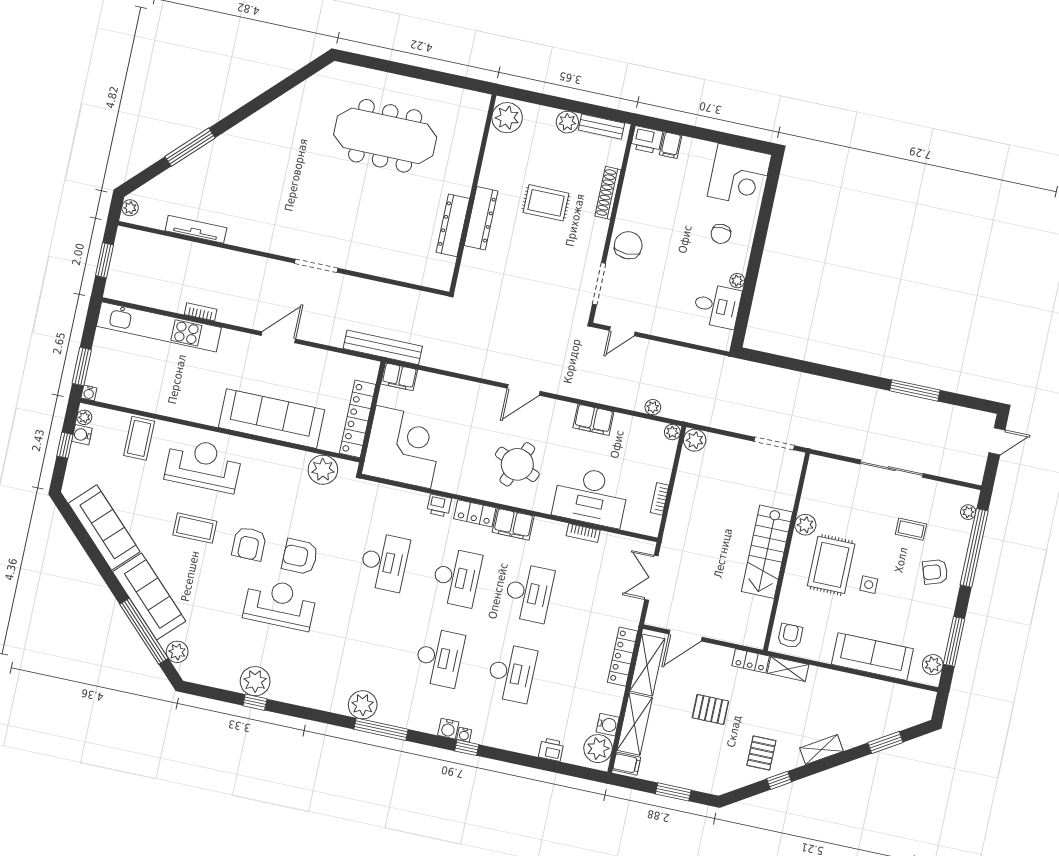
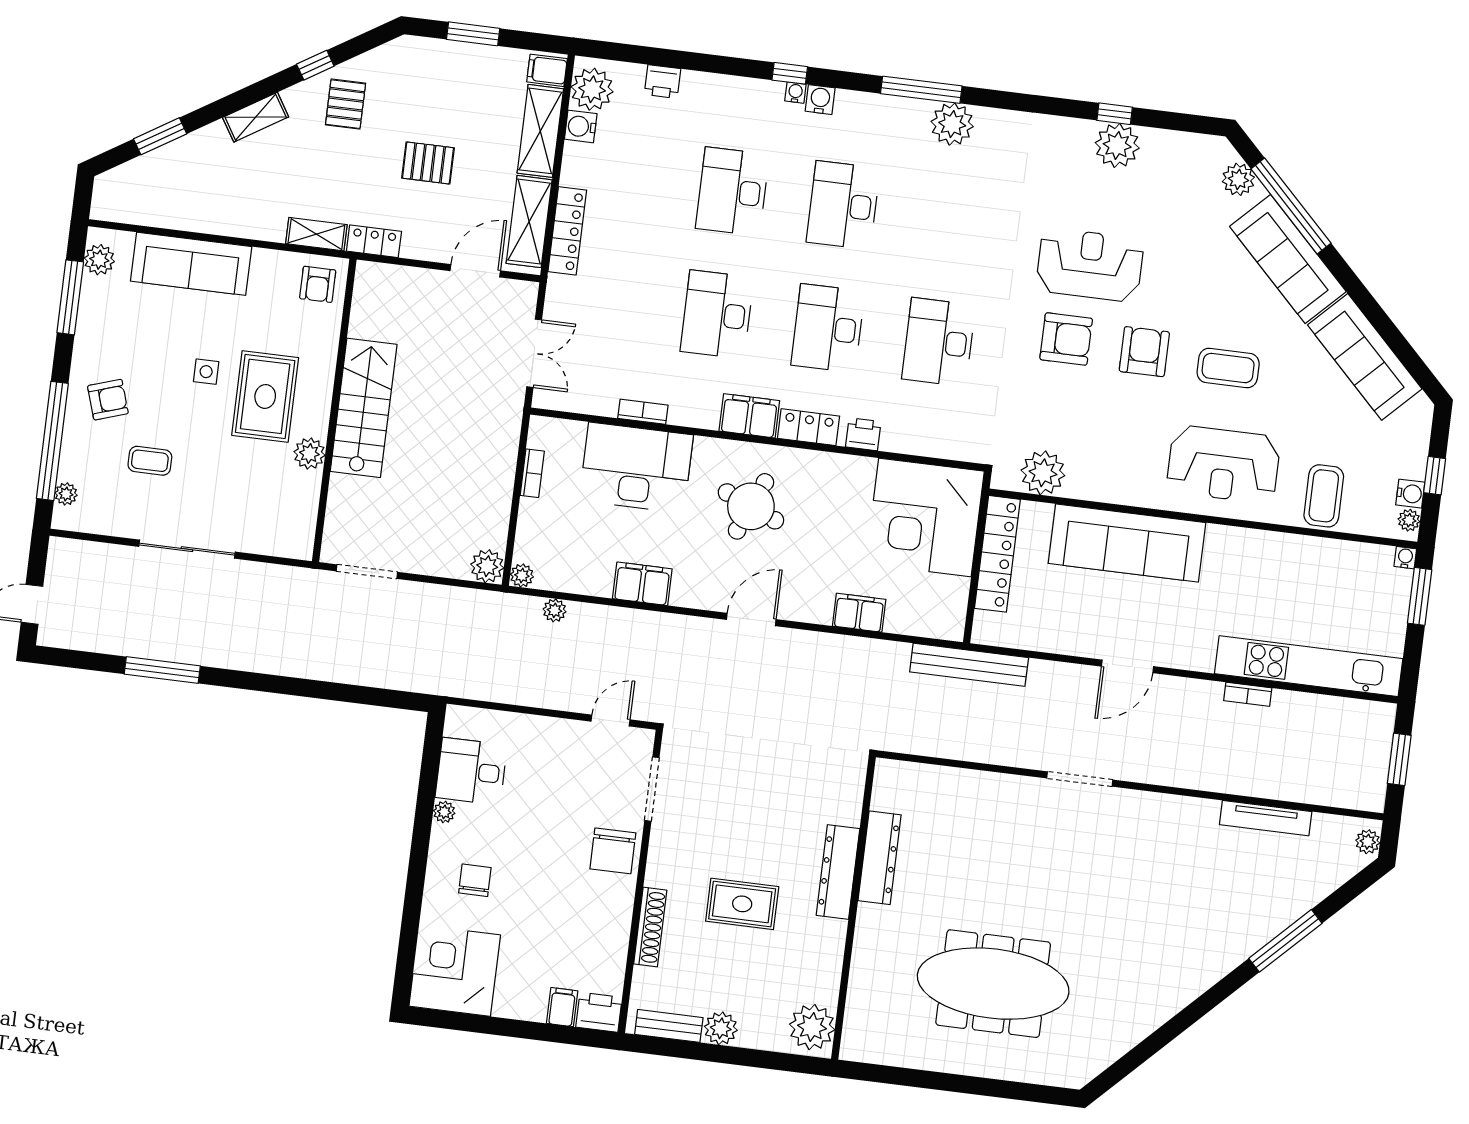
filing cabinet: (399, 377) -> (859, 613), moved
reception desk: (280, 604) -> (1090, 265), turned 180

